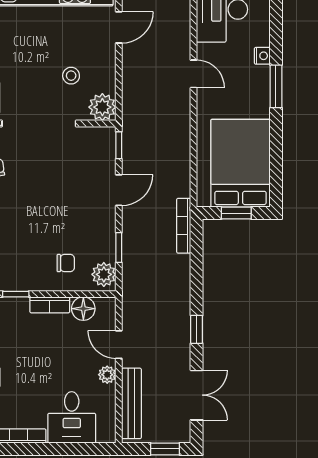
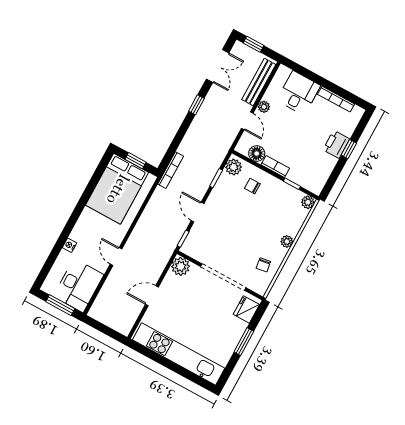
door: (119, 27) -> (152, 296), moved
stool: (71, 76) -> (189, 295), removed
window: (276, 86) -> (71, 223), removed
door: (119, 190) -> (198, 212), hinge flipped
double door: (197, 395) -> (218, 66), swing flipped

